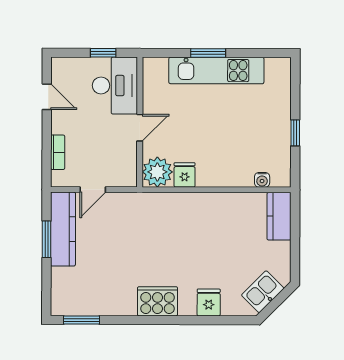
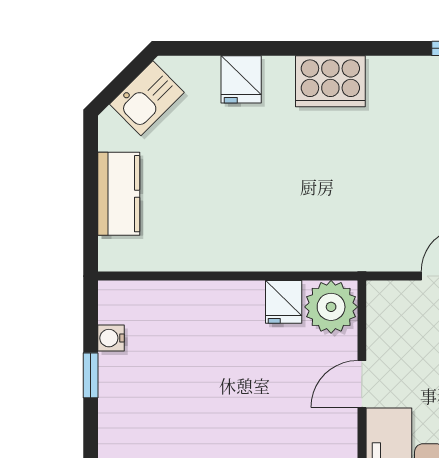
water cooler: (262, 180) -> (111, 338), moved, turned -90
kitchen counter: (279, 216) -> (119, 194), moved

